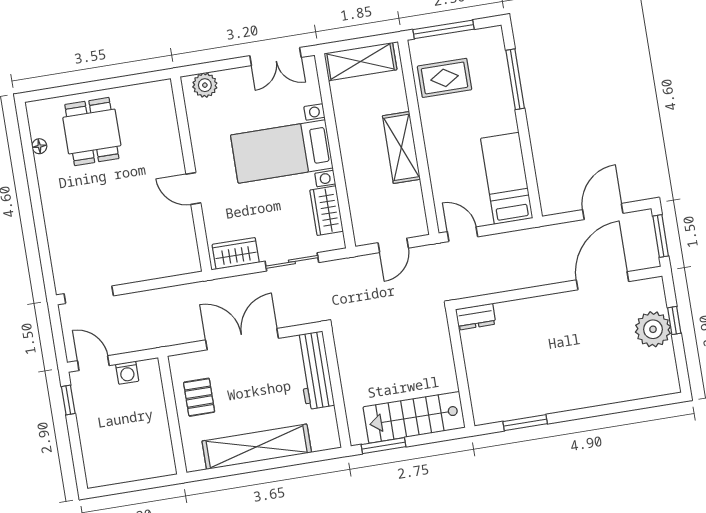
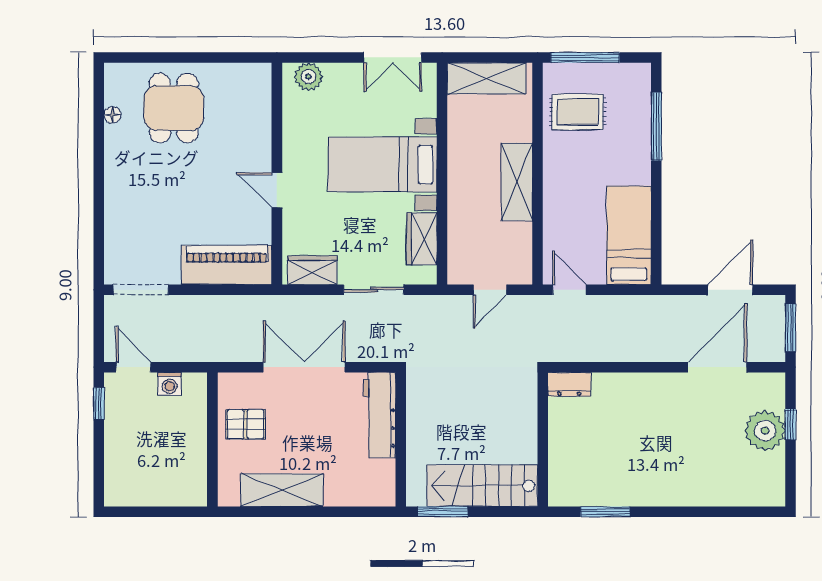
piano: (160, 261) -> (227, 265), added
pallet: (199, 397) -> (246, 424), turned 90
shelving: (257, 447) -> (282, 490), width x0.68

